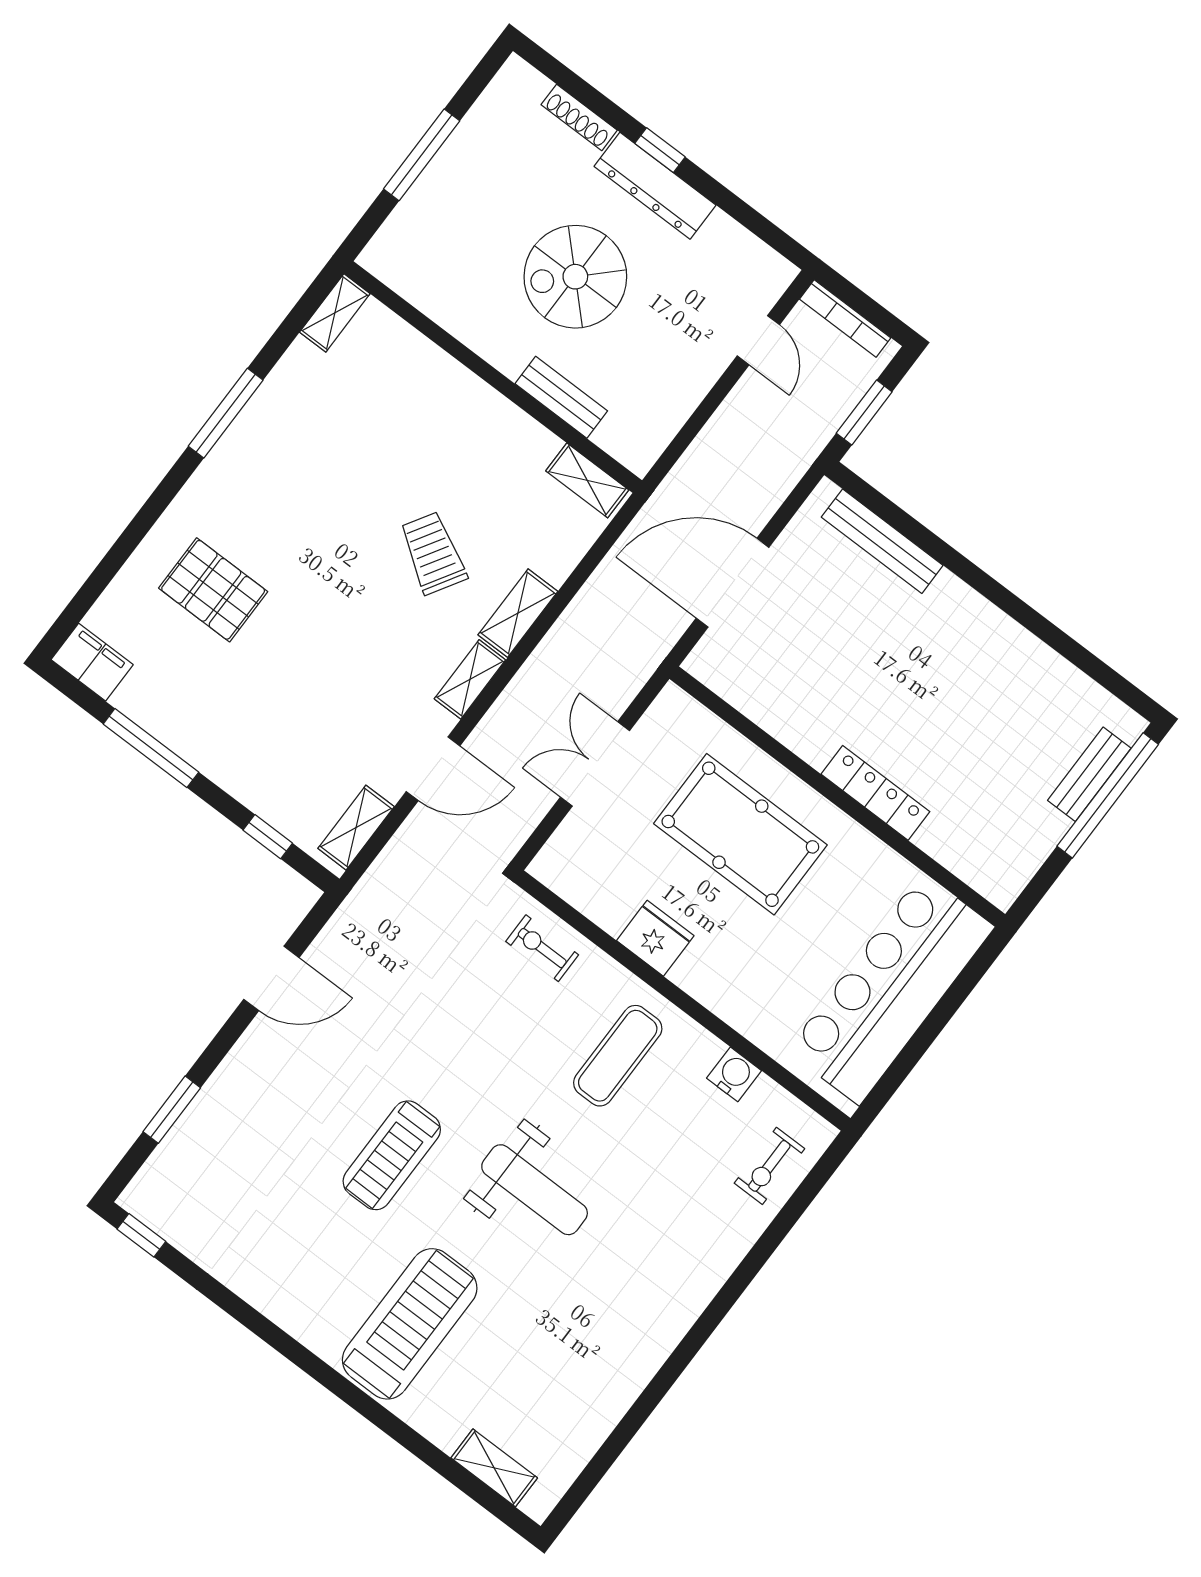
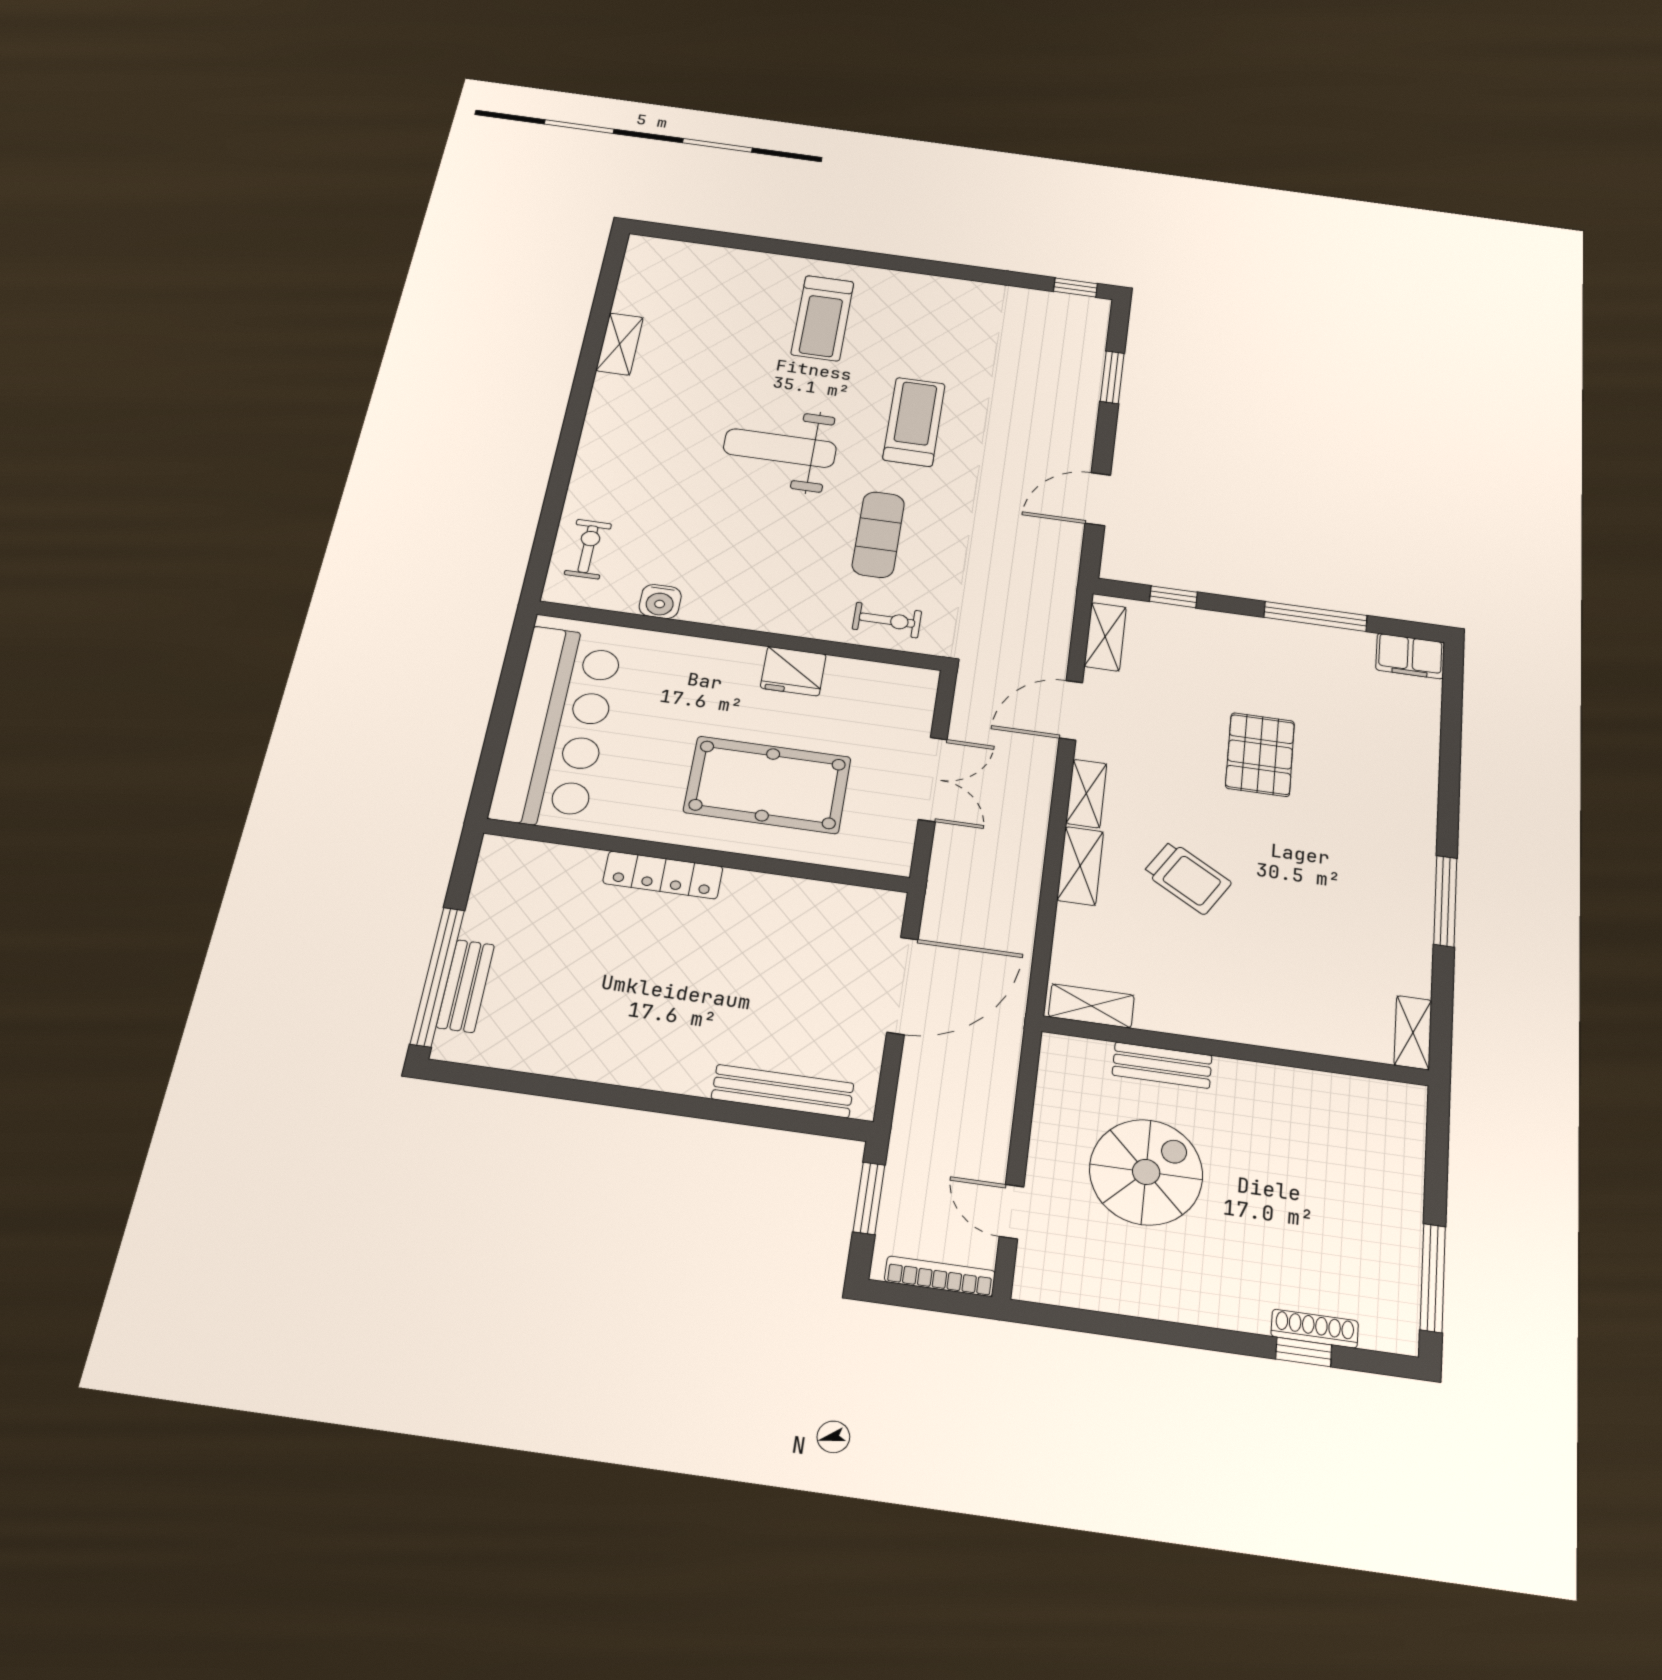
window: (660, 150) -> (1304, 1352), moved
window: (422, 155) -> (1433, 1278), moved
dresser: (655, 186) -> (1201, 1303), removed
spiral stairs: (575, 277) -> (1146, 1172), moved
pallet: (213, 590) -> (1260, 754), moved, turned 90
exercise mat: (618, 1056) -> (878, 534), moved
treadmill: (410, 1324) -> (822, 318), width x0.73, depth x0.73
shelving: (494, 1468) -> (620, 344), moved, turned 90

